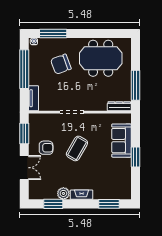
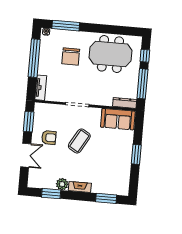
window: (135, 57) -> (145, 56), added
chair: (61, 64) -> (71, 56), turned -70
sofa: (121, 141) -> (118, 119), moved, turned -90

